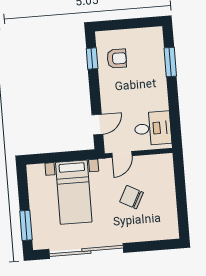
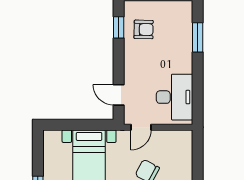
door: (97, 125) -> (119, 95), swing flipped
desk: (153, 128) -> (174, 97), width x1.37

